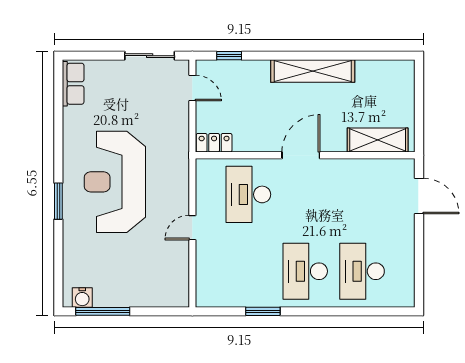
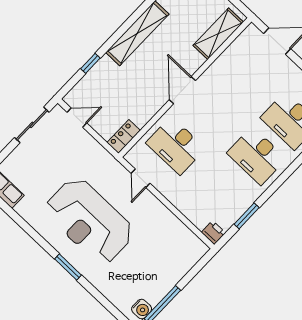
window: (229, 56) -> (90, 63), moved
door: (192, 228) -> (141, 178), moved
printer: (205, 297) -> (213, 233), added
window: (263, 311) -> (247, 216), moved

